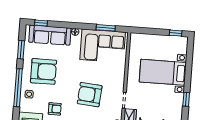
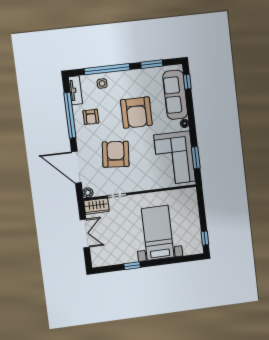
armchair: (44, 71) -> (136, 113), moved

